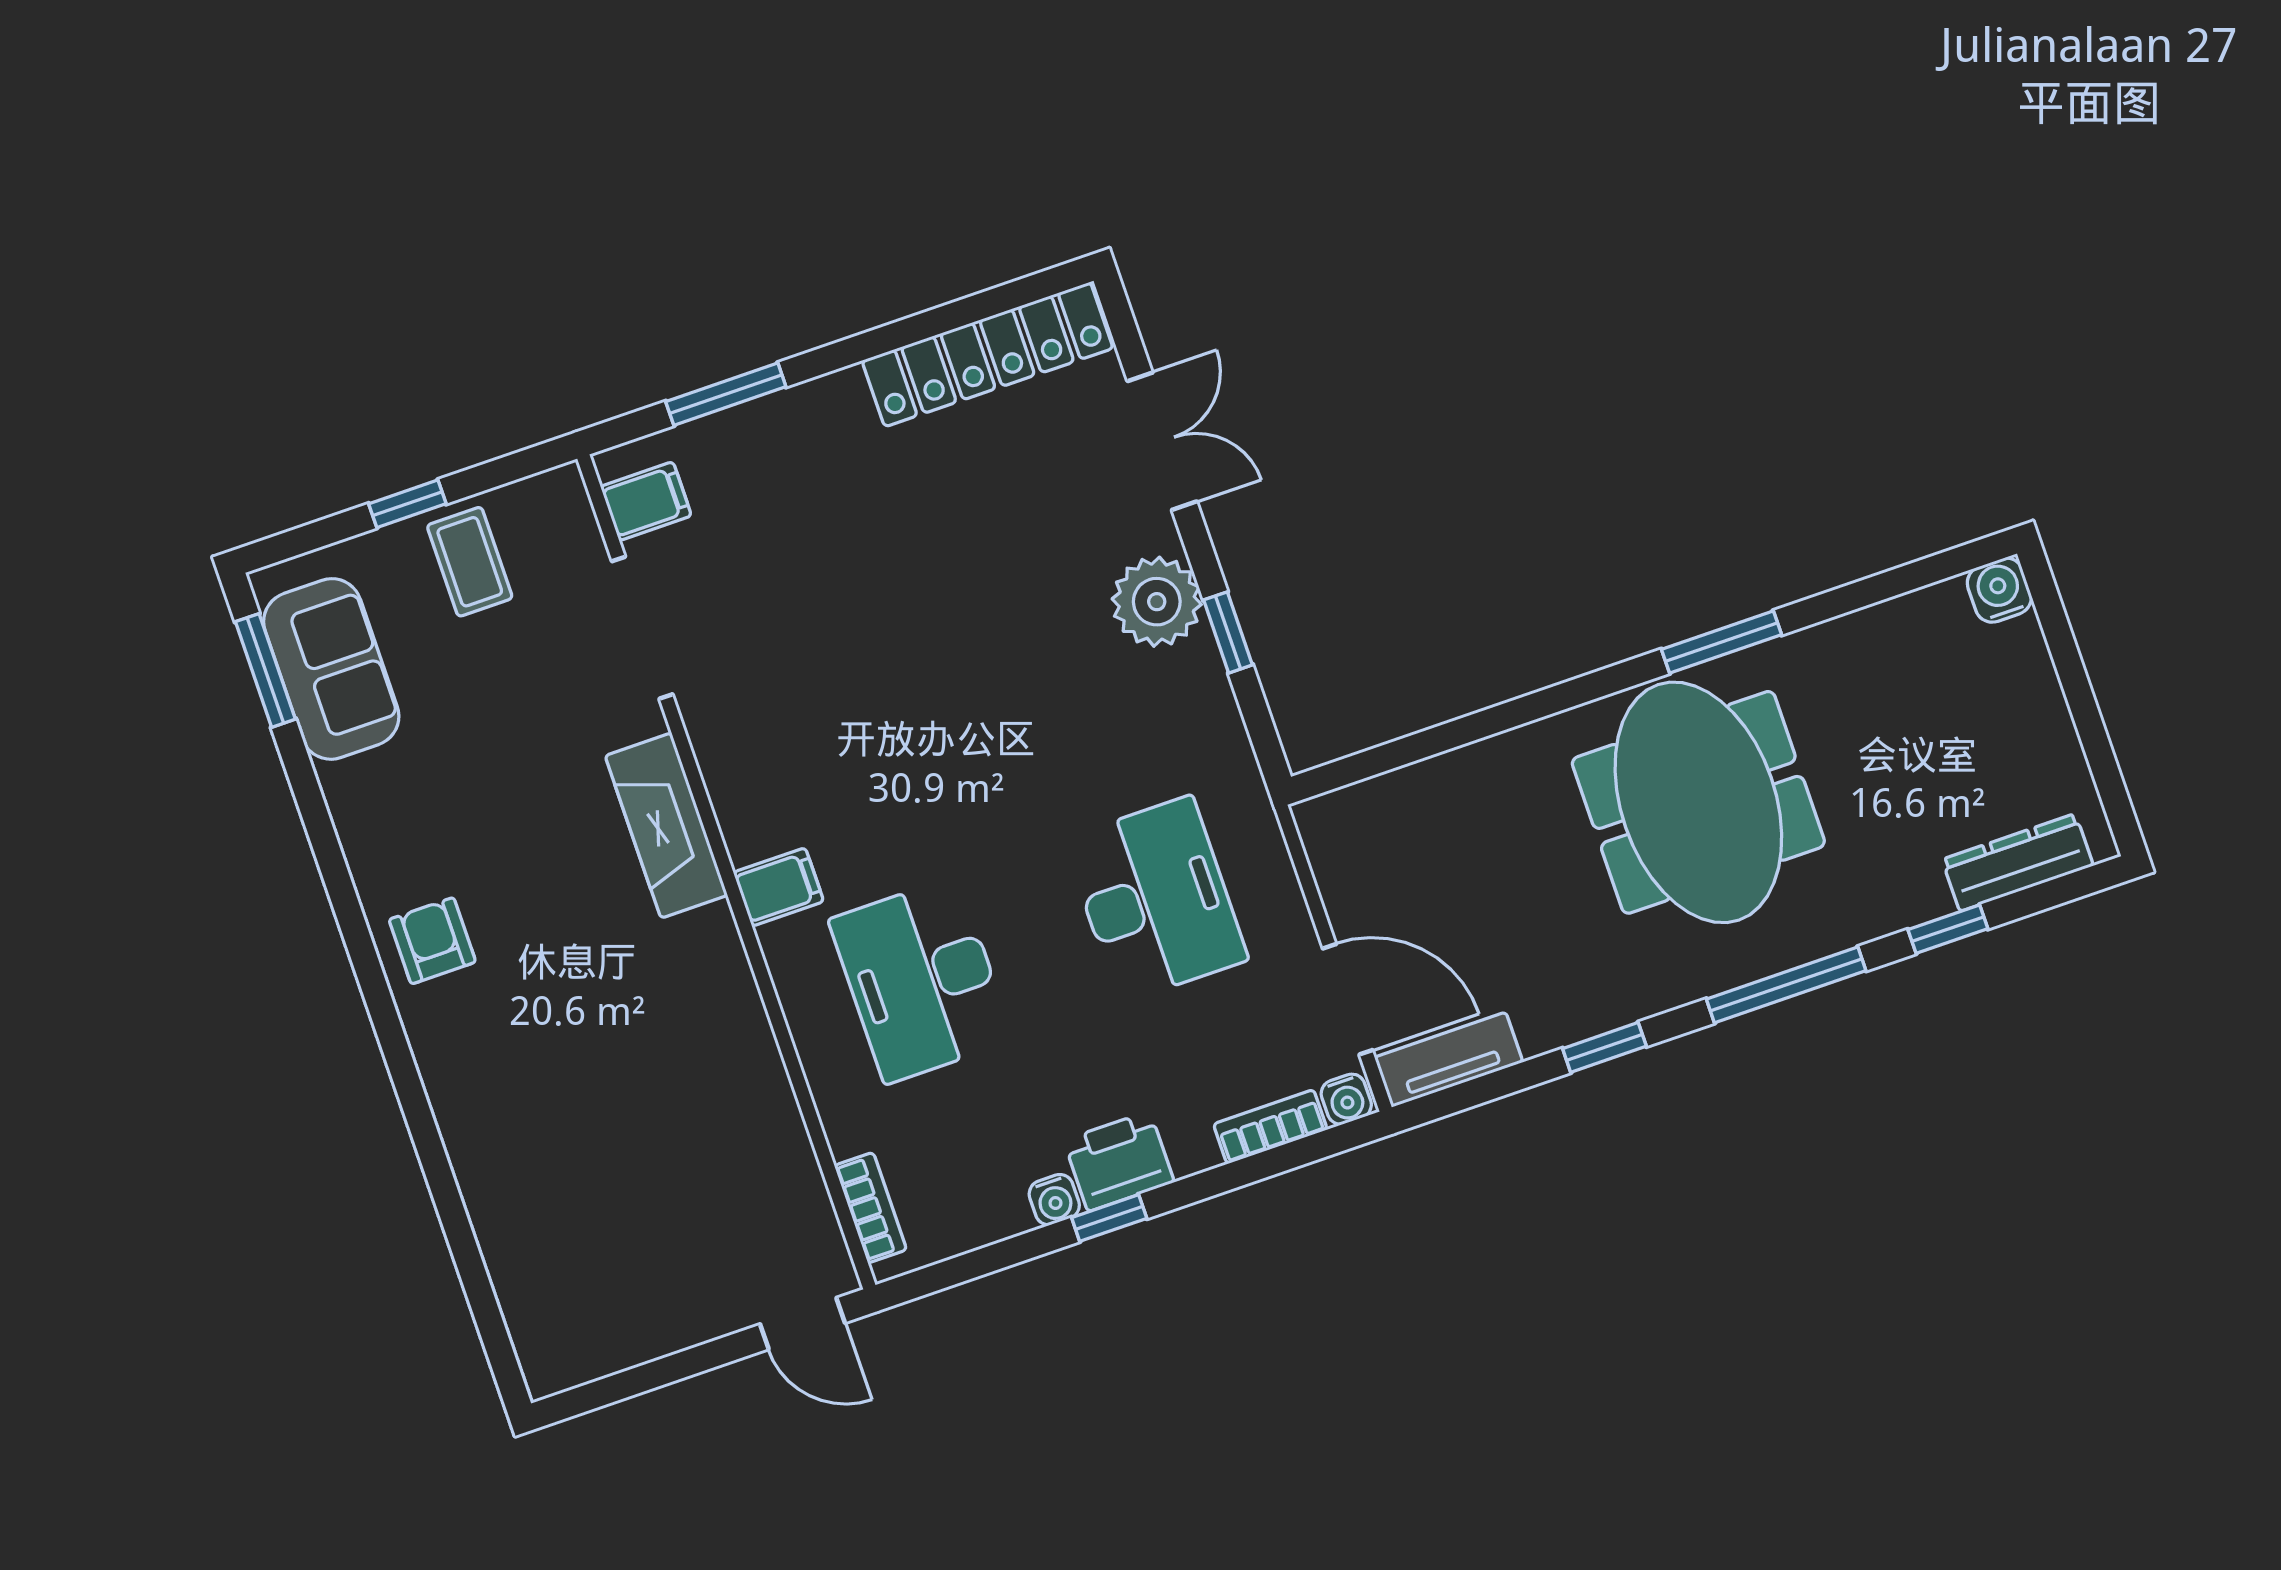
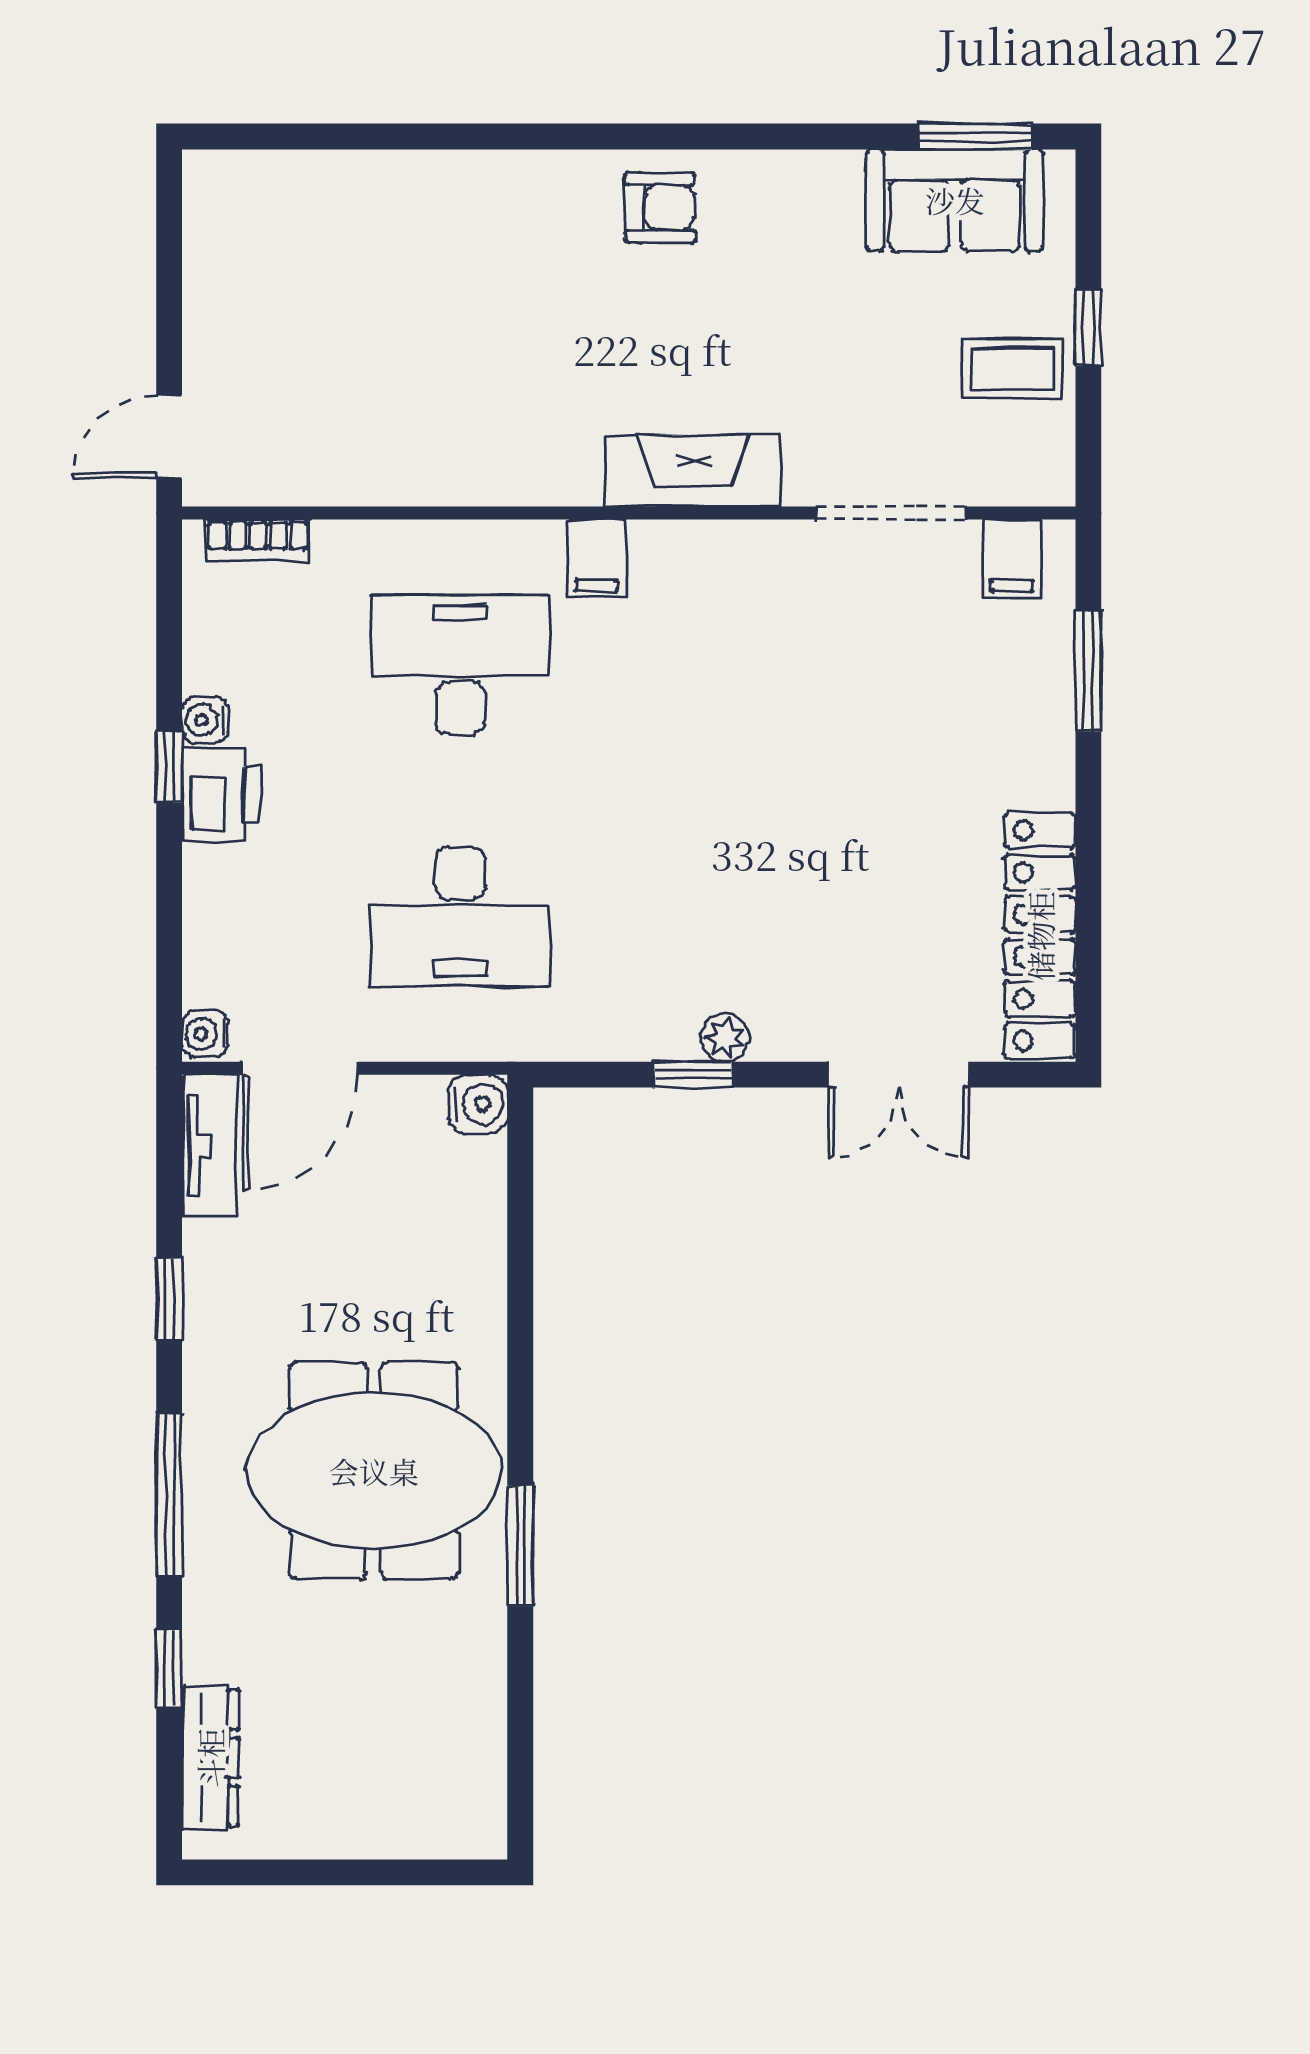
water cooler: (1999, 590) -> (478, 1104), moved
plant: (1157, 602) -> (725, 1038), width x0.53, depth x0.53
bookcase: (1270, 1127) -> (204, 952), removed

